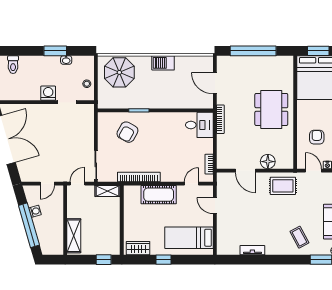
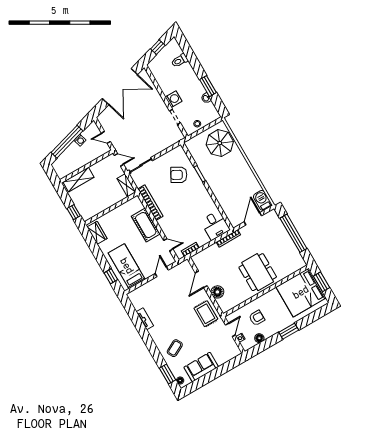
barbecue: (163, 63) -> (262, 200), moved
dining table: (271, 109) -> (258, 272), turned 90
window: (163, 260) -> (111, 276), moved

